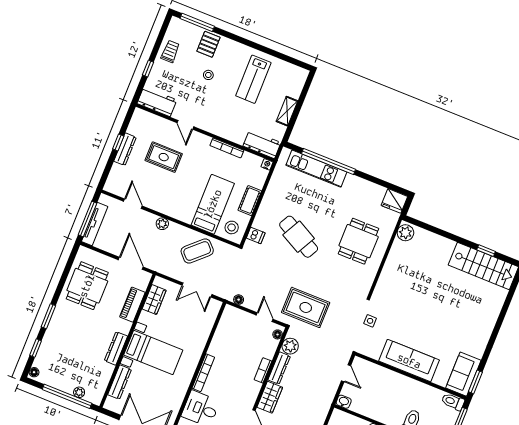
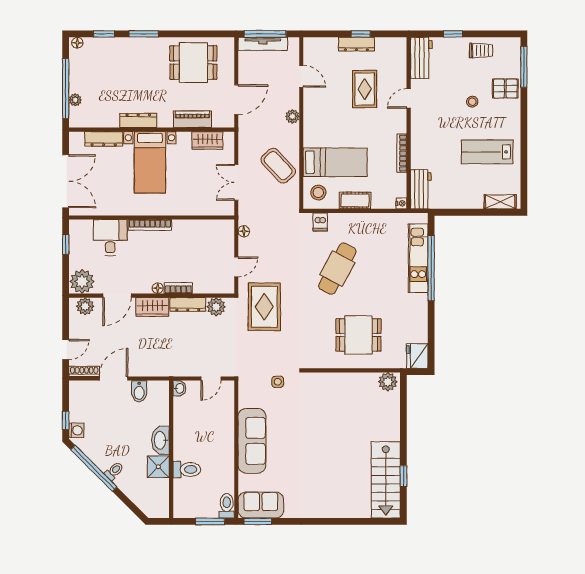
shelving: (287, 111) -> (500, 202), moved
door: (133, 204) -> (301, 76), hinge flipped
floor lamp: (278, 334) -> (158, 288), moved

